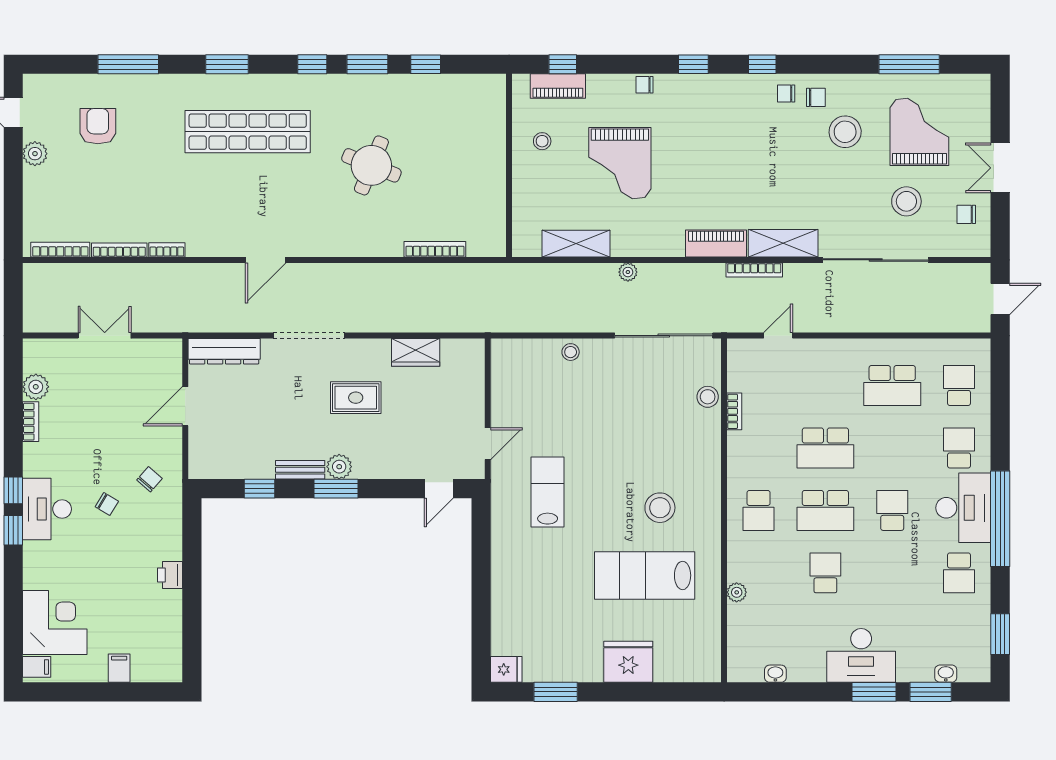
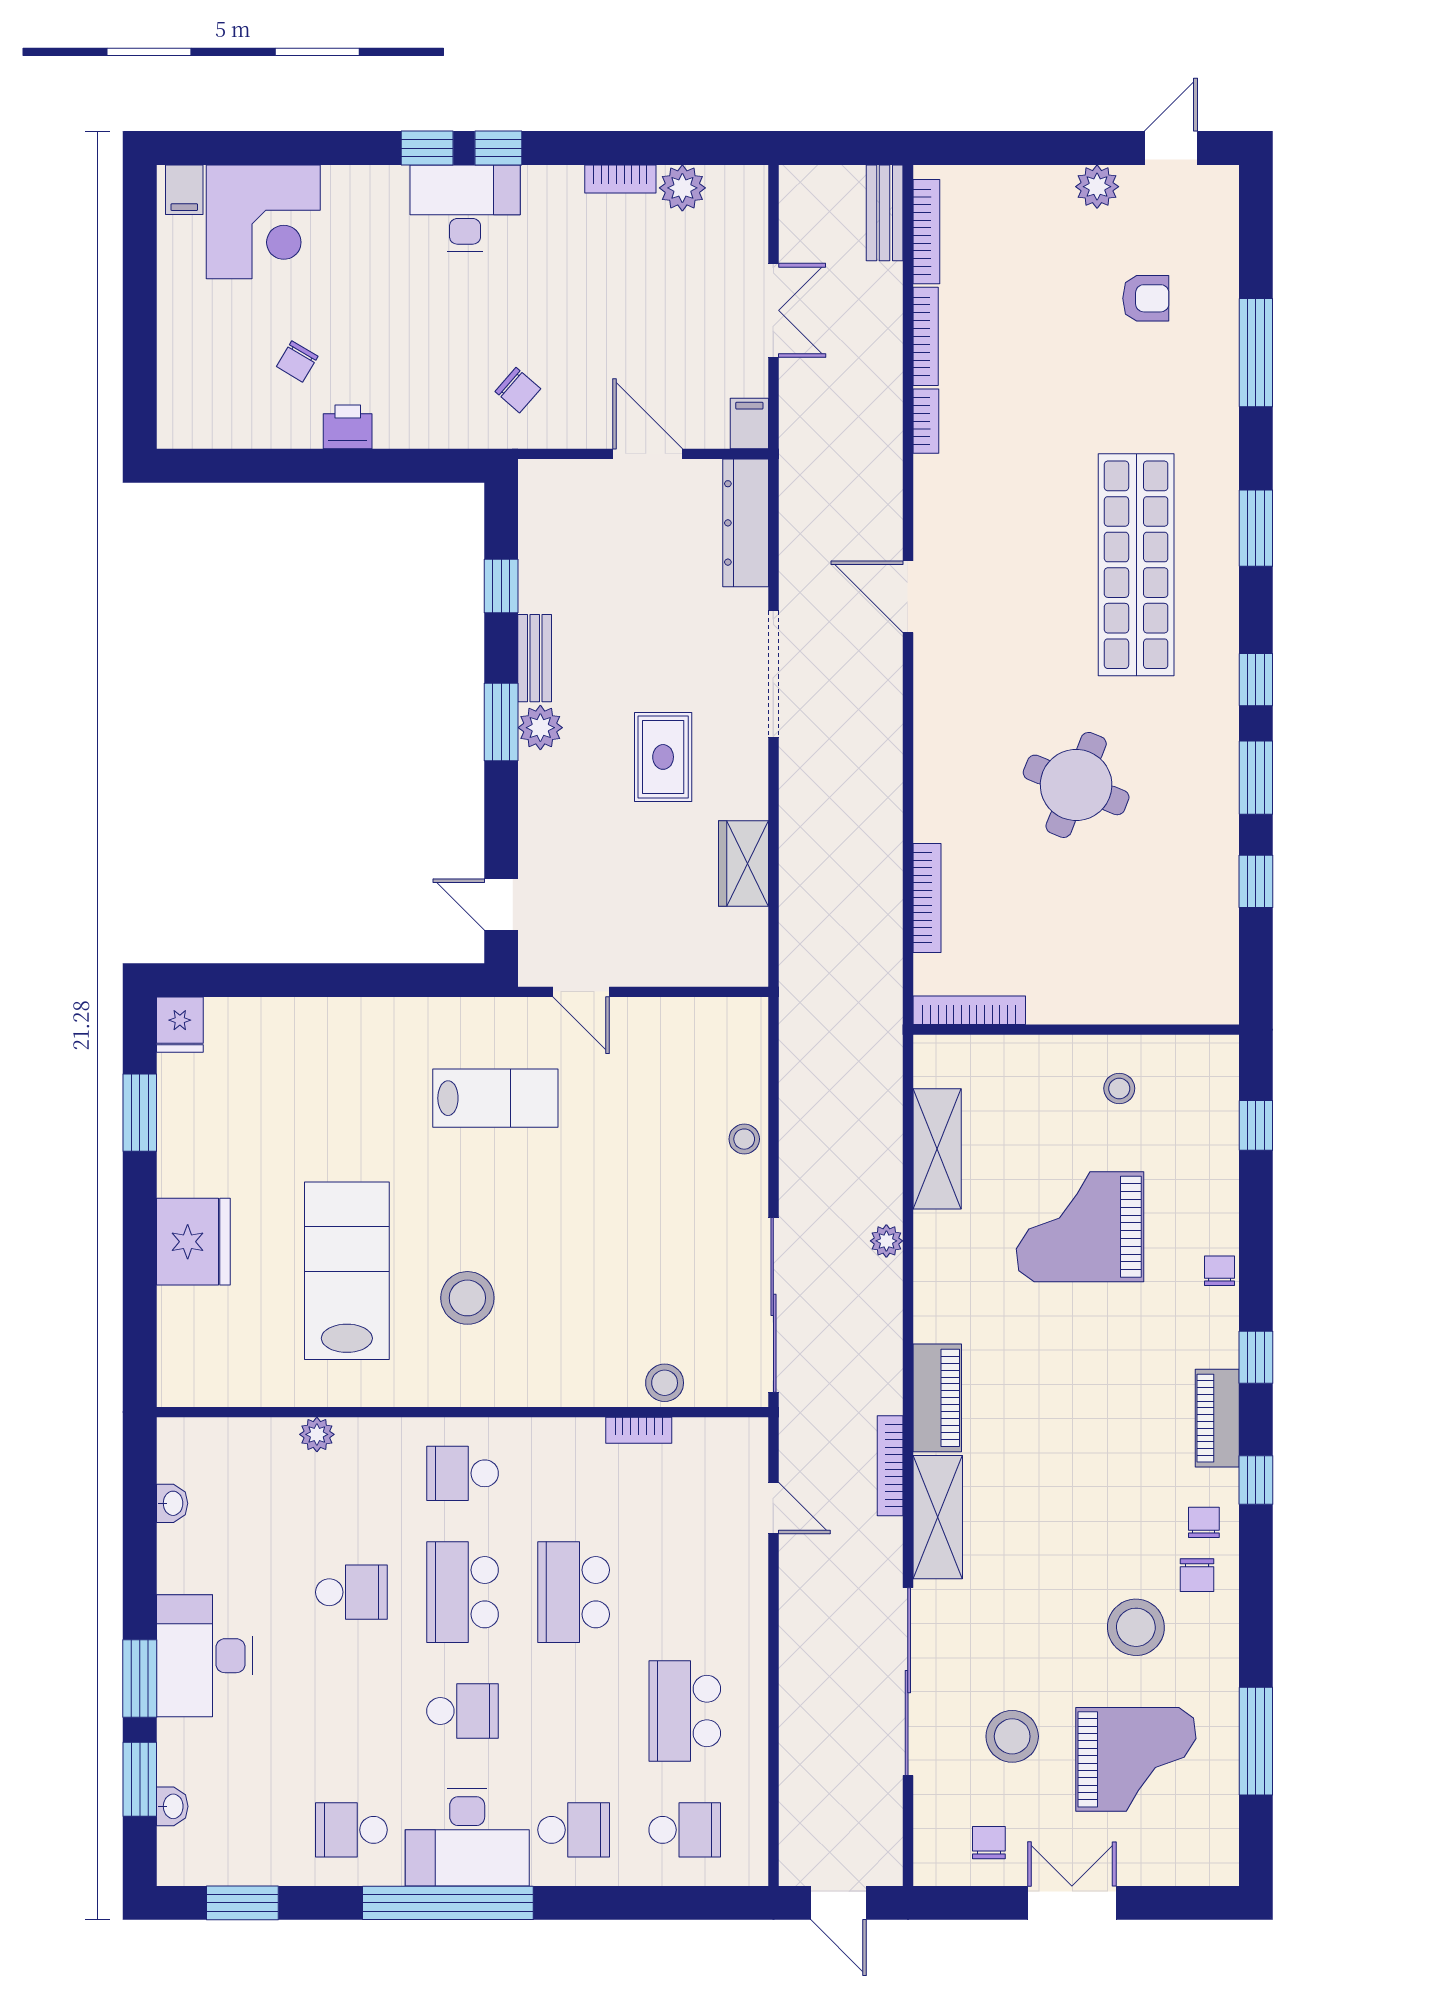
piano: (558, 86) -> (1217, 1418), moved
armchair: (98, 126) -> (1146, 298), width x0.72, depth x0.72
bookcase: (498, 226) -> (969, 1010), added
bench: (50, 273) -> (885, 213), added
chair: (107, 504) -> (297, 361), moved
filing cabinet: (119, 668) -> (749, 423), moved, turned -90

